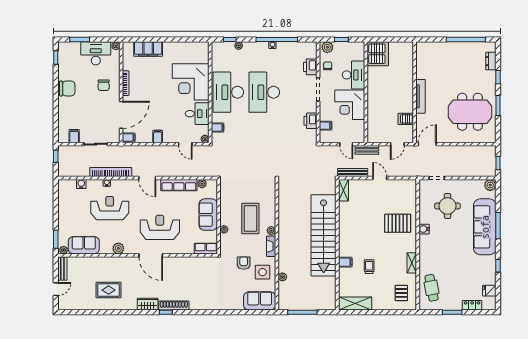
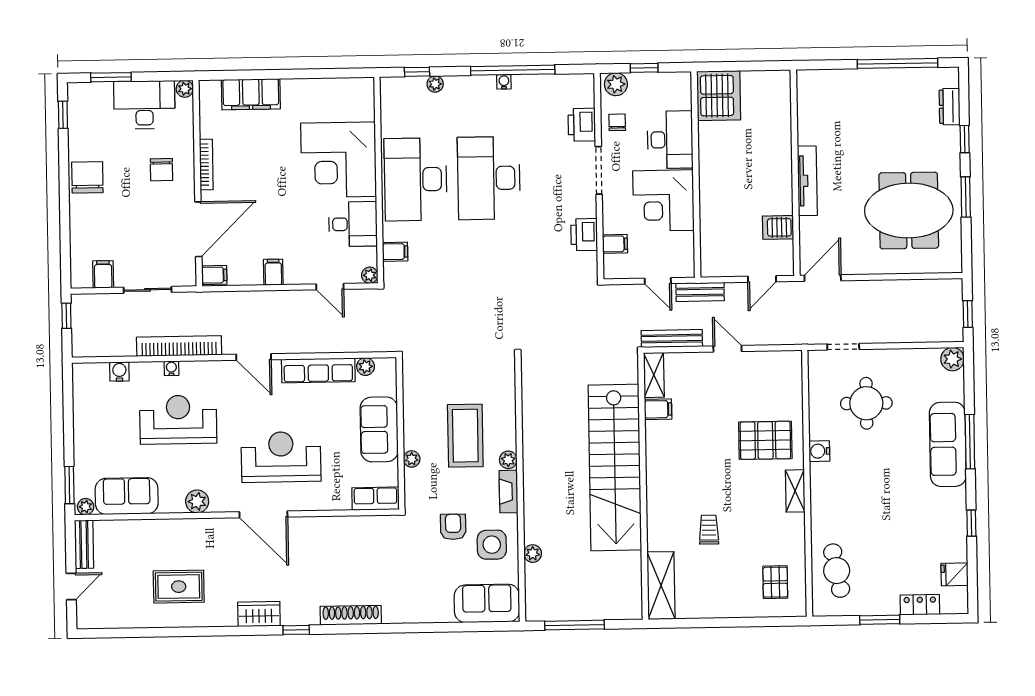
chair: (67, 88) -> (87, 177), turned -90
sofa: (485, 227) -> (948, 444), width x0.74, depth x0.79
filing cabinet: (345, 262) -> (658, 409), moved
shelving: (412, 263) -> (795, 491), moved
shelving: (355, 304) -> (661, 585), moved, turned 90
shoe rack: (174, 306) -> (351, 615), moved

